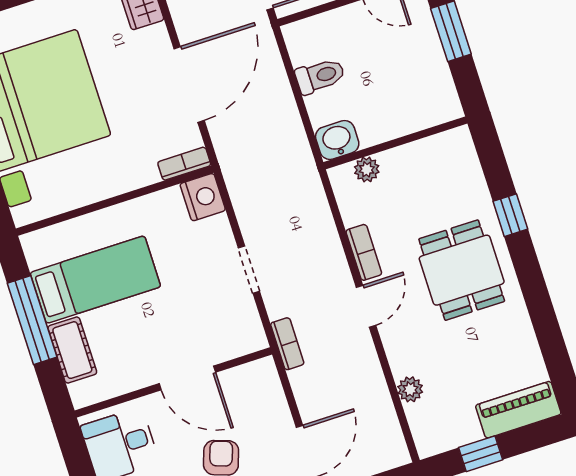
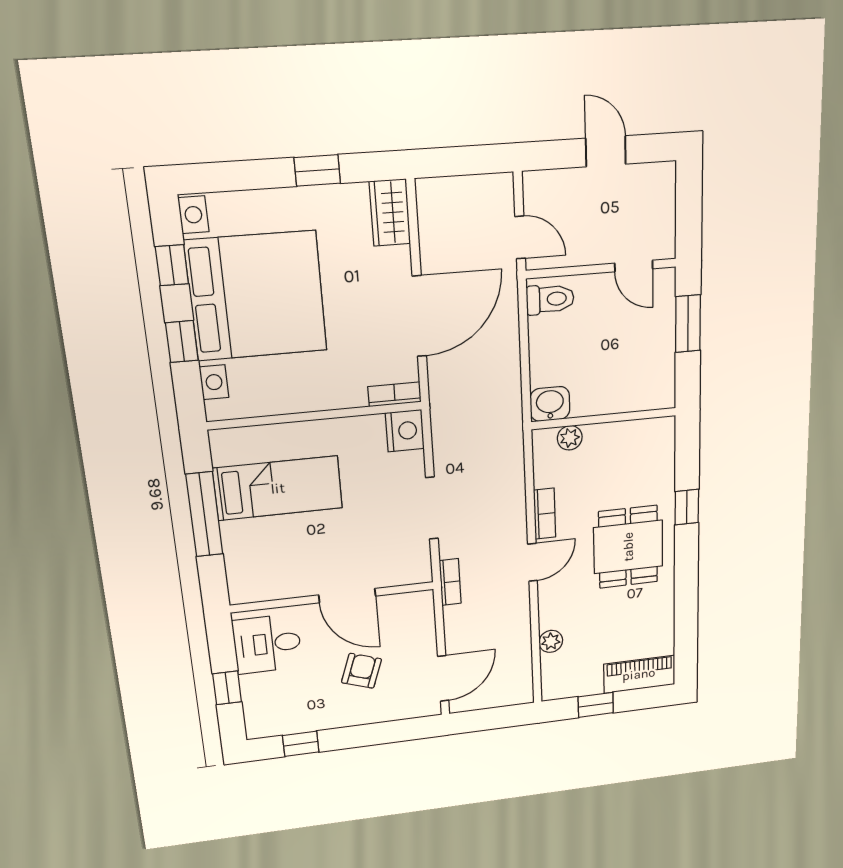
toilet: (320, 76) -> (550, 299), moved
doorway: (249, 270) -> (432, 508), width x1.38
cot: (72, 350) -> (239, 550), removed

